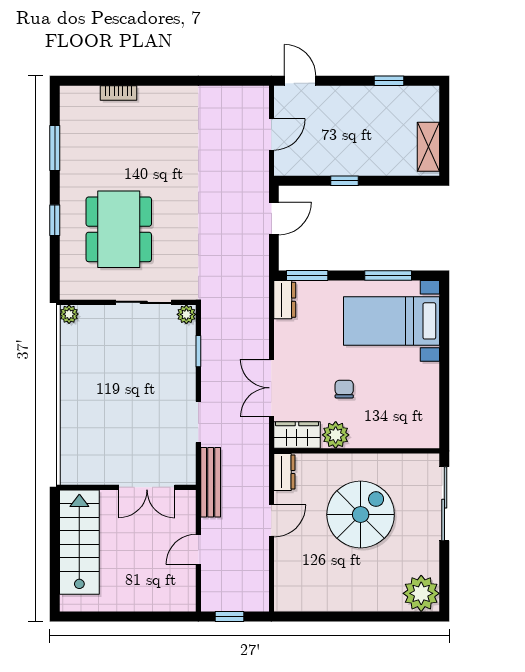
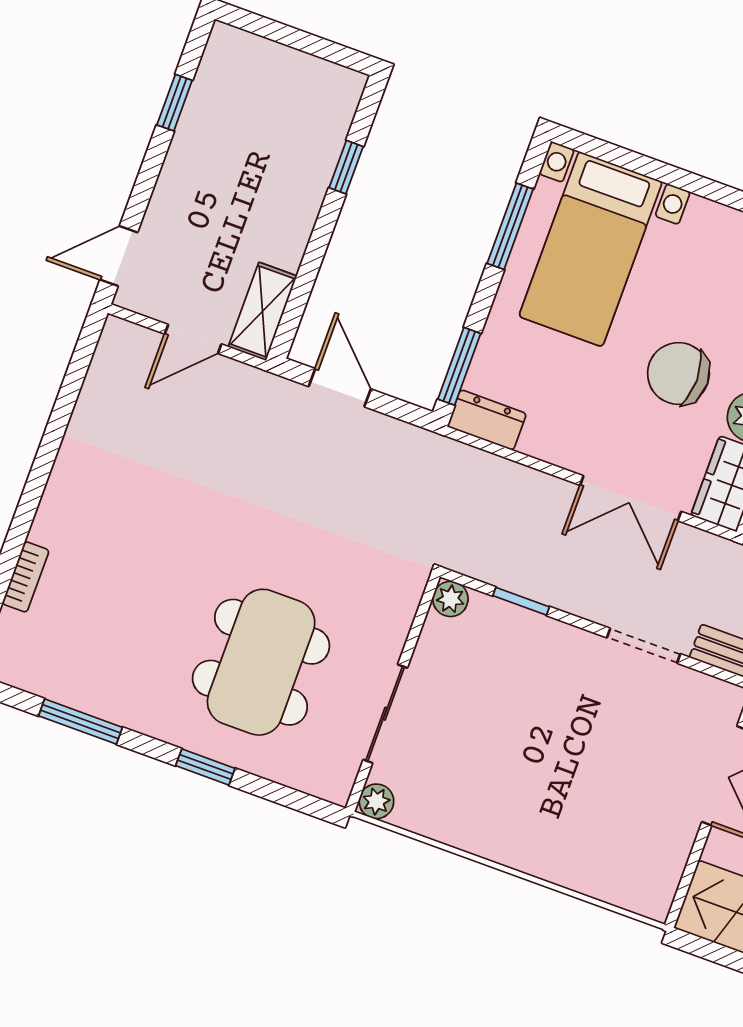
door: (271, 134) -> (193, 339), swing flipped
shelving: (428, 147) -> (262, 311), moved, turned 90
window: (344, 181) -> (346, 167), moved
dining table: (119, 229) -> (261, 662), turned 90
sliding door: (144, 302) -> (385, 714), moved
chair: (344, 389) -> (678, 373), width x1.87, depth x1.87

